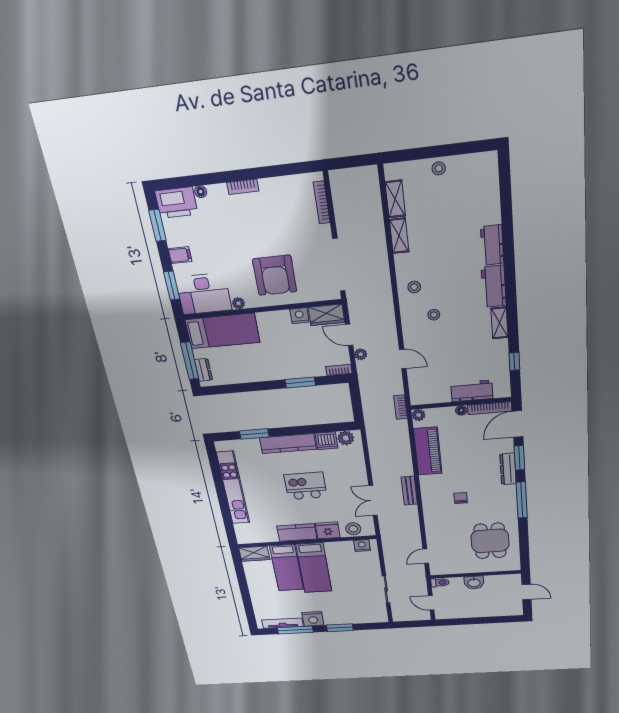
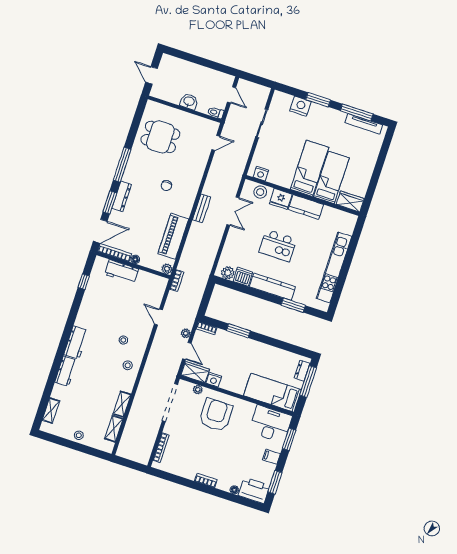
plant: (238, 303) -> (198, 390), moved
shelving: (499, 323) -> (51, 411), moved
dining table: (490, 541) -> (160, 137), turned 90
nightstand: (313, 619) -> (300, 106), moved

